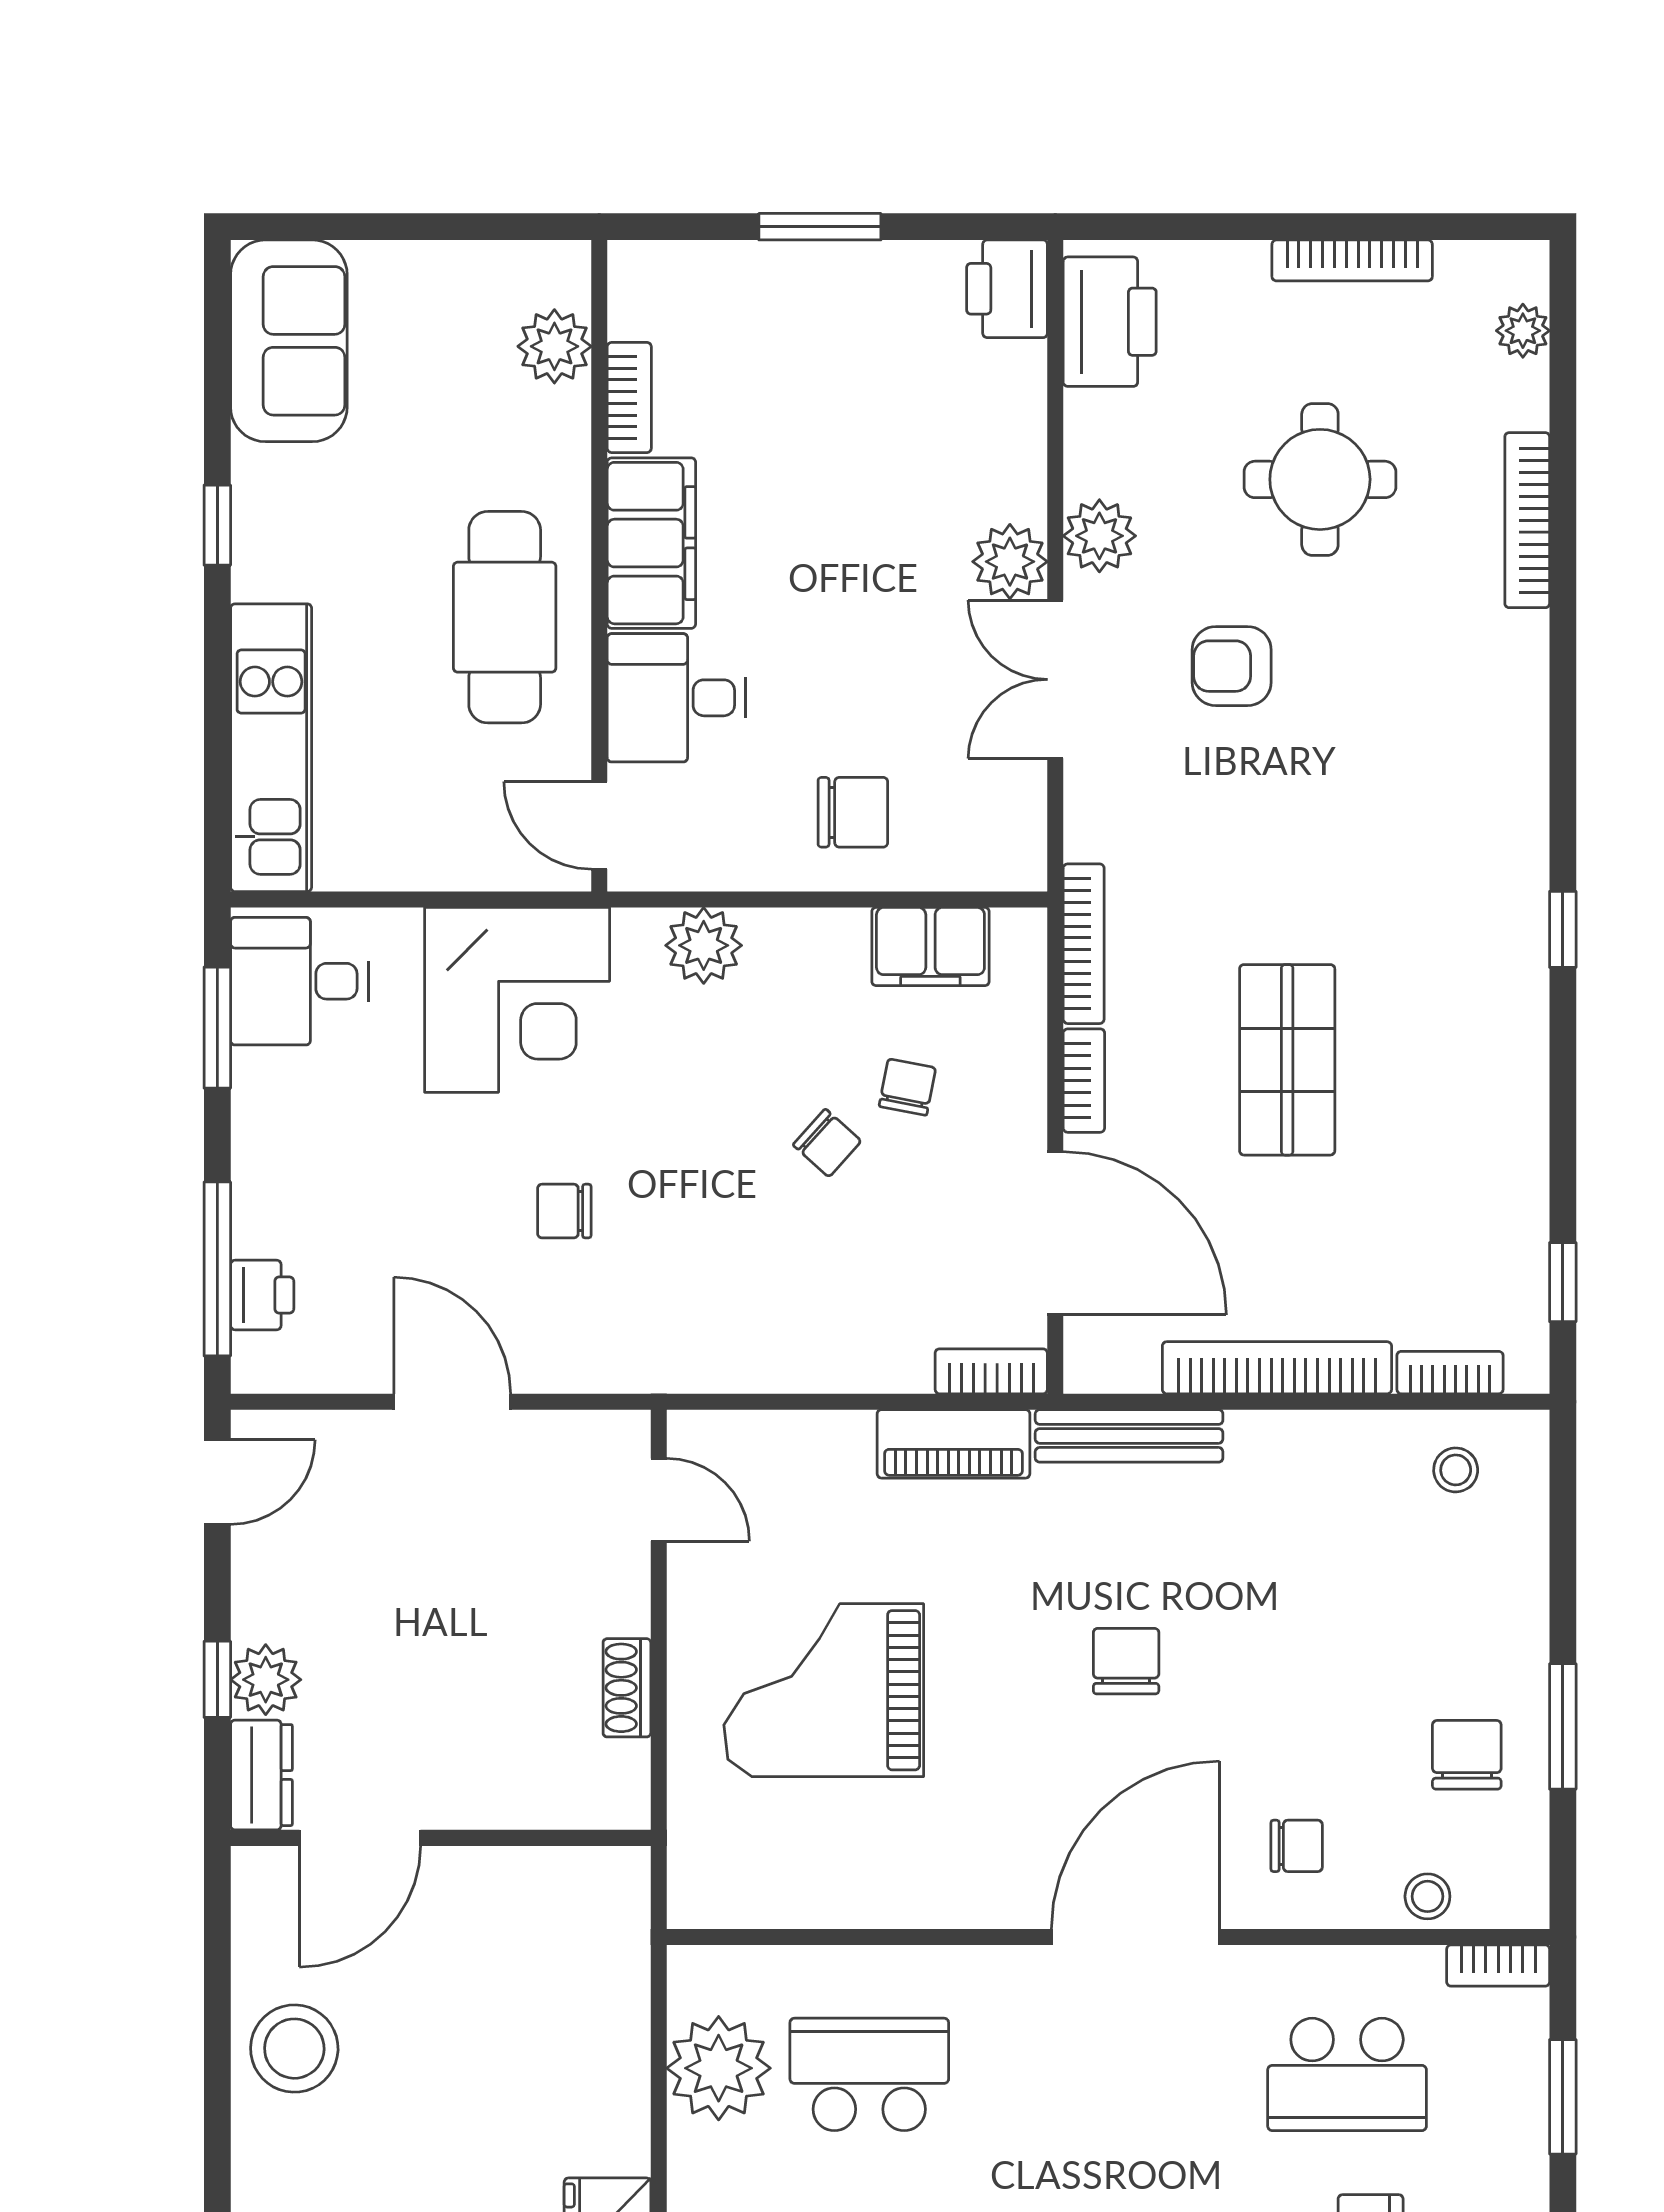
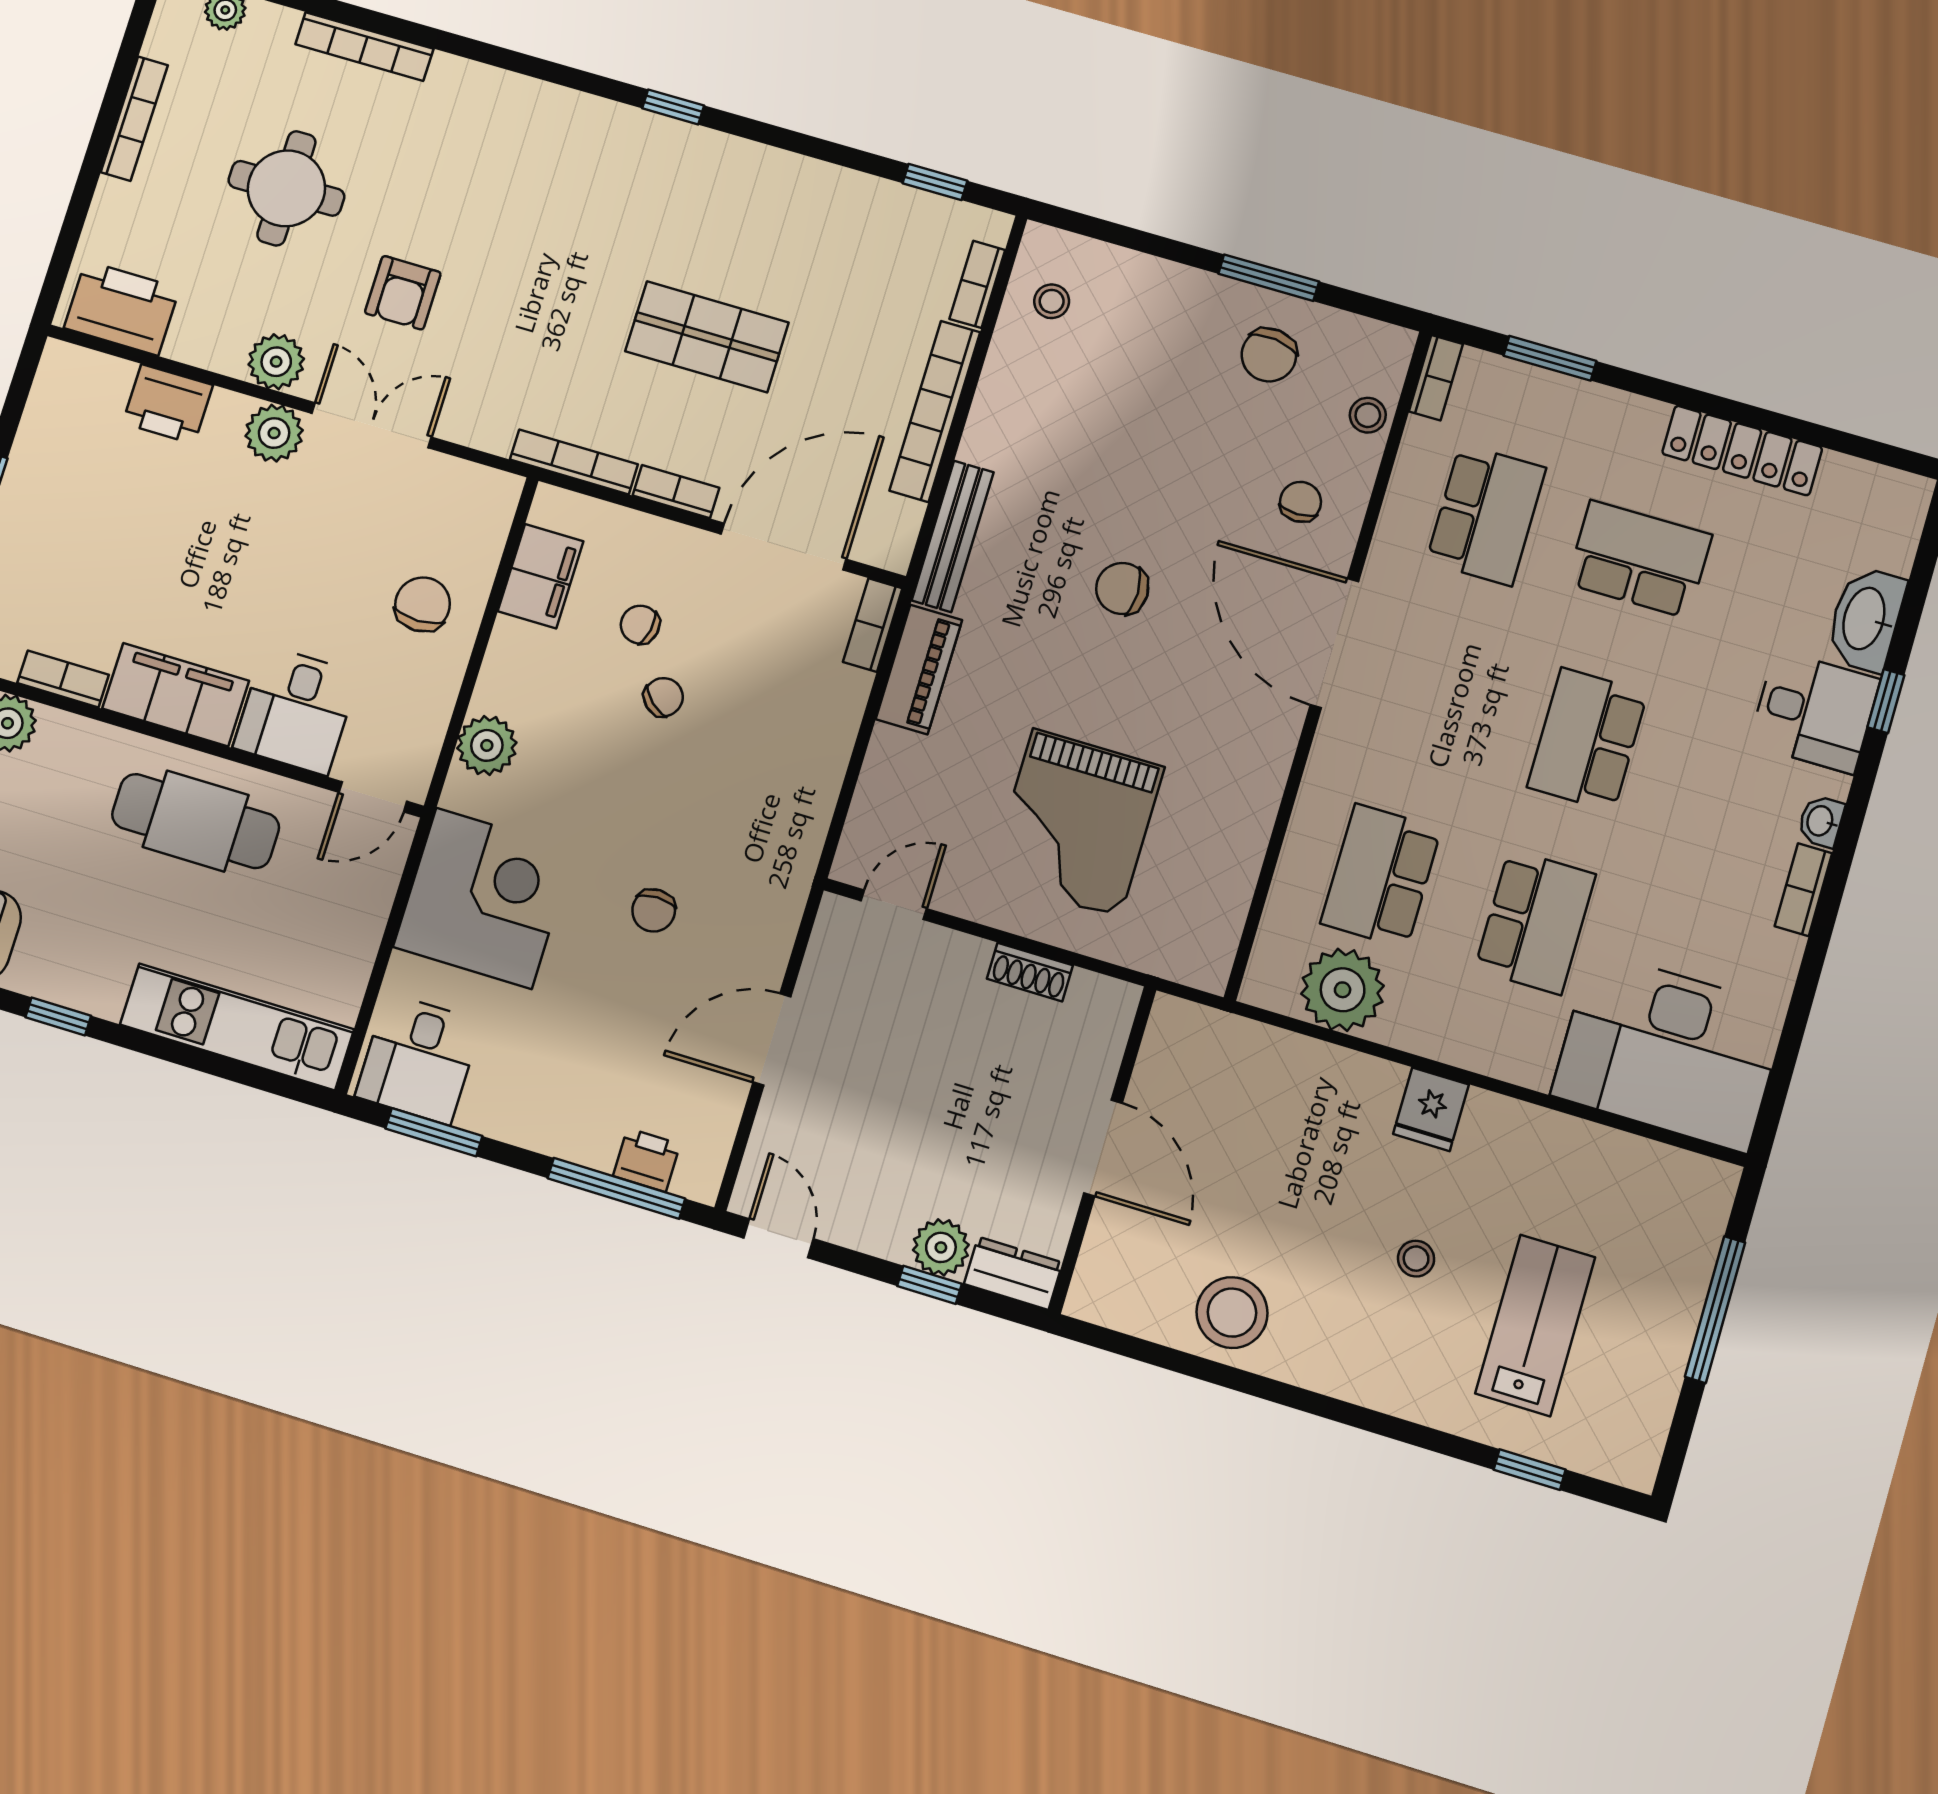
printer: (1007, 289) -> (168, 404), moved
double door: (1055, 679) -> (371, 425), swing flipped
chair: (1467, 1755) -> (1269, 355), turned -83
door: (360, 1838) -> (1103, 1148), moved

